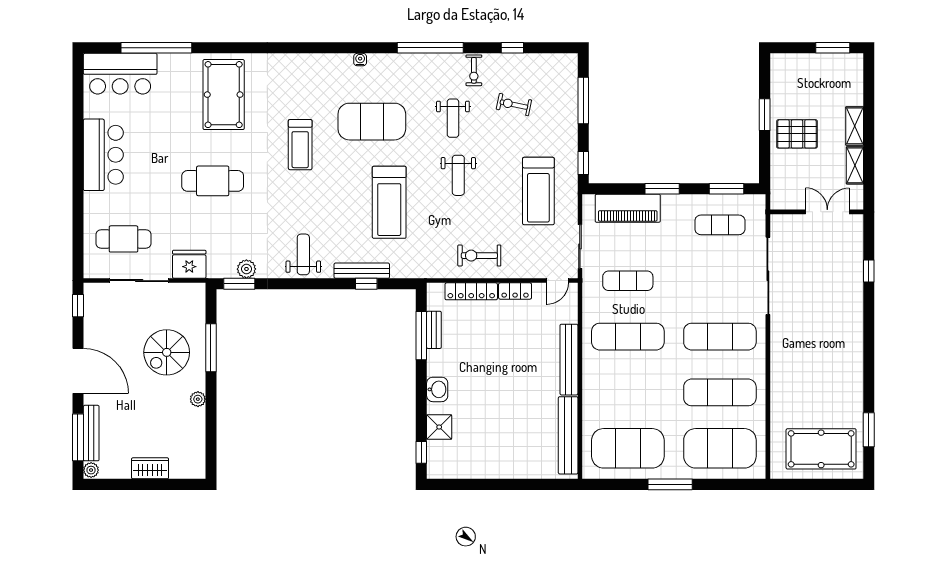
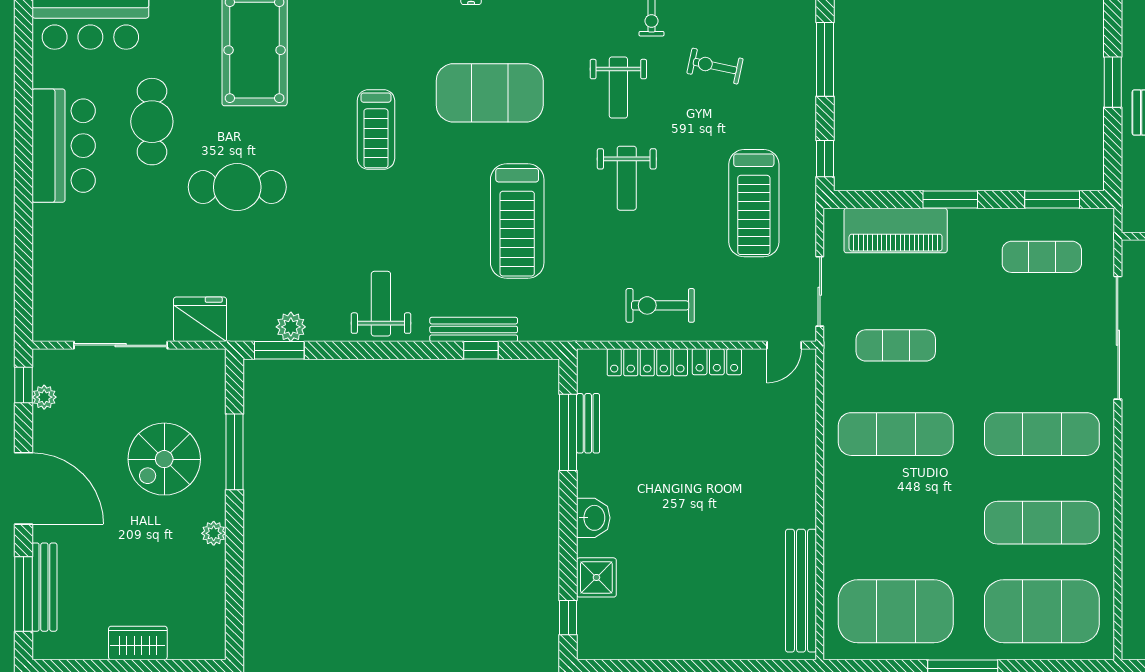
cafe table: (123, 239) -> (152, 122), moved, turned 90
bench: (569, 360) -> (802, 470), removed
plant: (91, 470) -> (44, 397), moved

